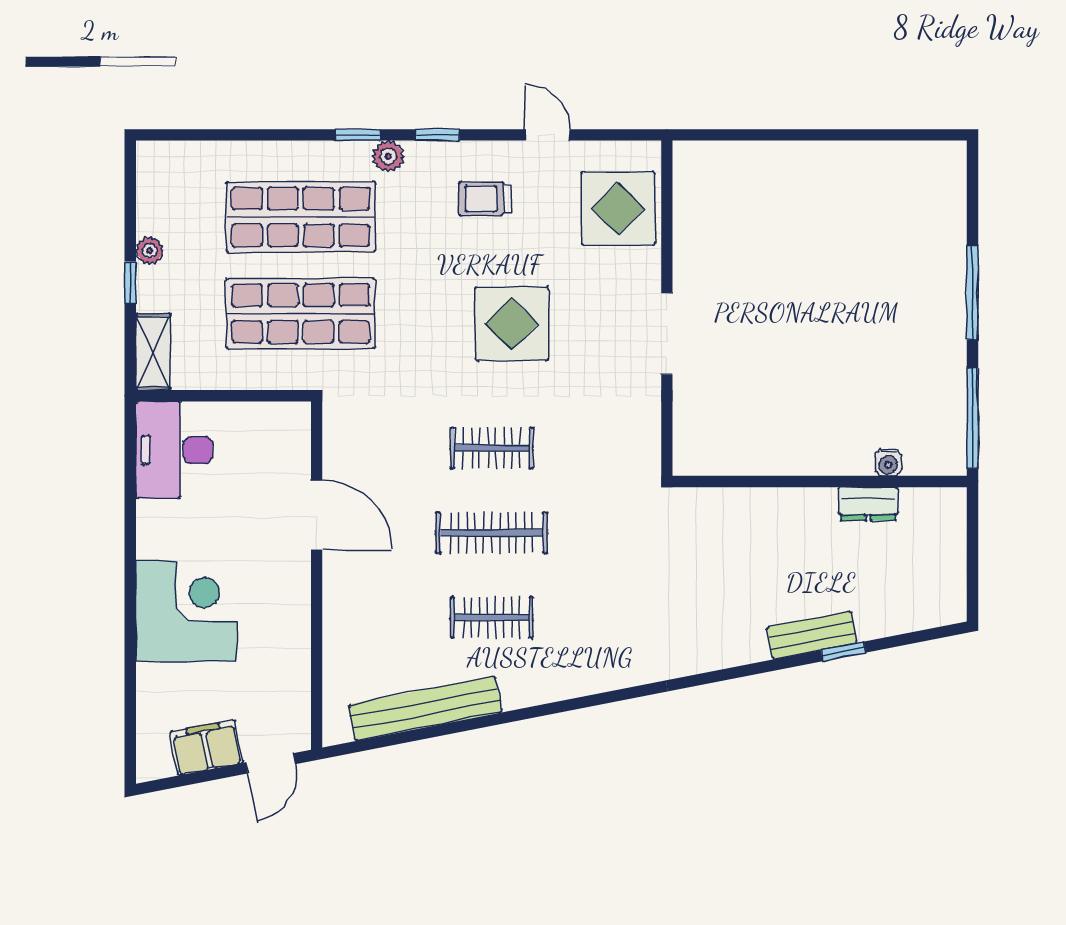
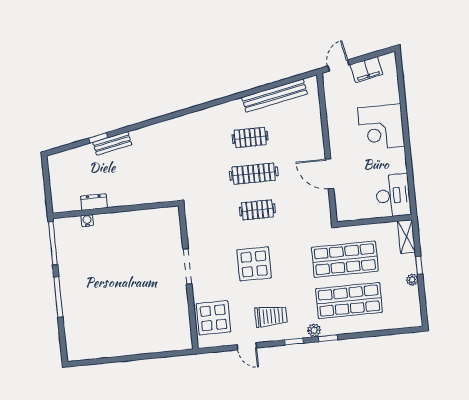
trolley: (485, 199) -> (271, 316), width x1.36, depth x1.39

